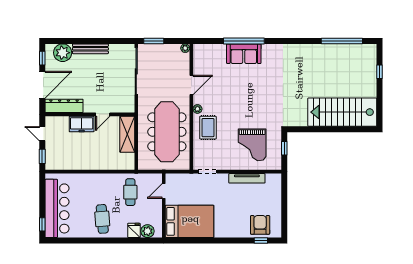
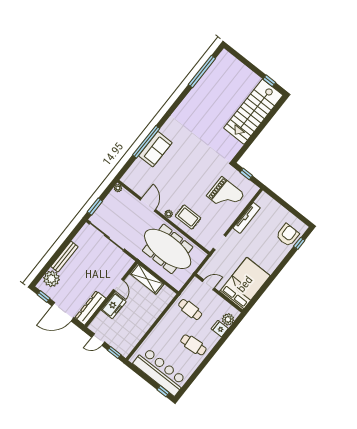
window: (379, 72) -> (269, 81), moved
door: (42, 85) -> (63, 312), swing flipped
door: (164, 191) -> (208, 285), swing flipped
armchair: (260, 225) -> (288, 235), turned 90

